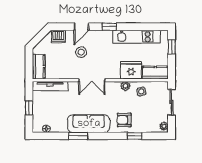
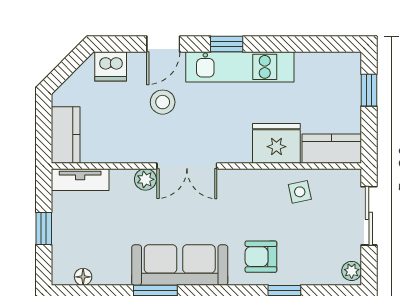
kitchen unit: (137, 37) -> (240, 67), moved
tv unit: (50, 86) -> (80, 180), width x0.71
plant: (125, 86) -> (145, 179), moved

